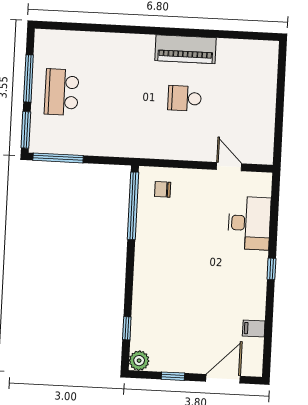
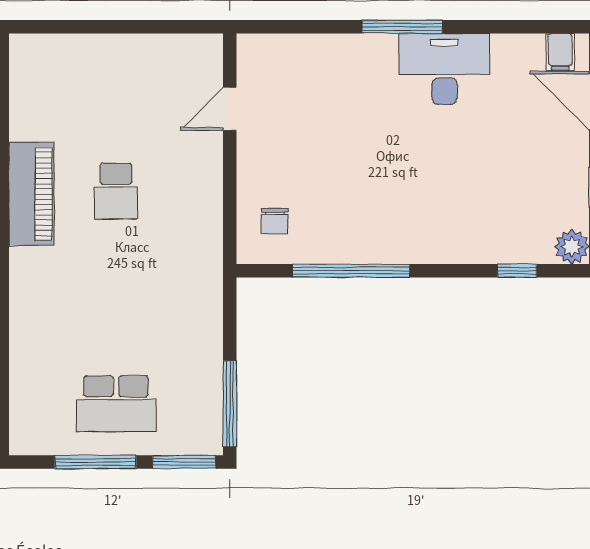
window: (133, 206) -> (351, 271), moved
desk: (249, 223) -> (444, 69), moved
window: (271, 269) -> (402, 27), width x2.17
filing cabinet: (254, 328) -> (560, 52), moved

